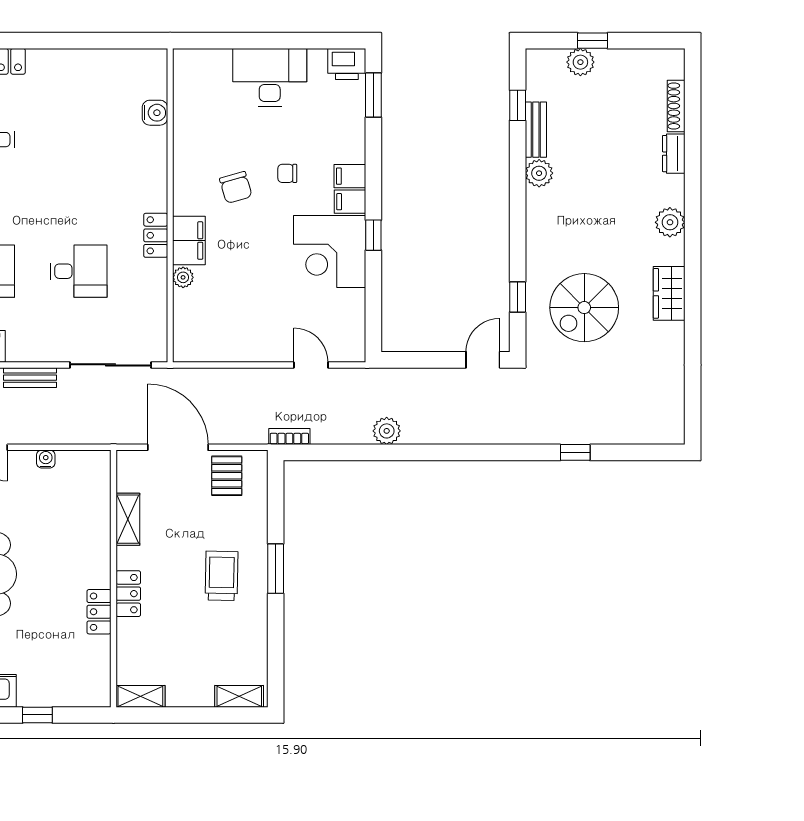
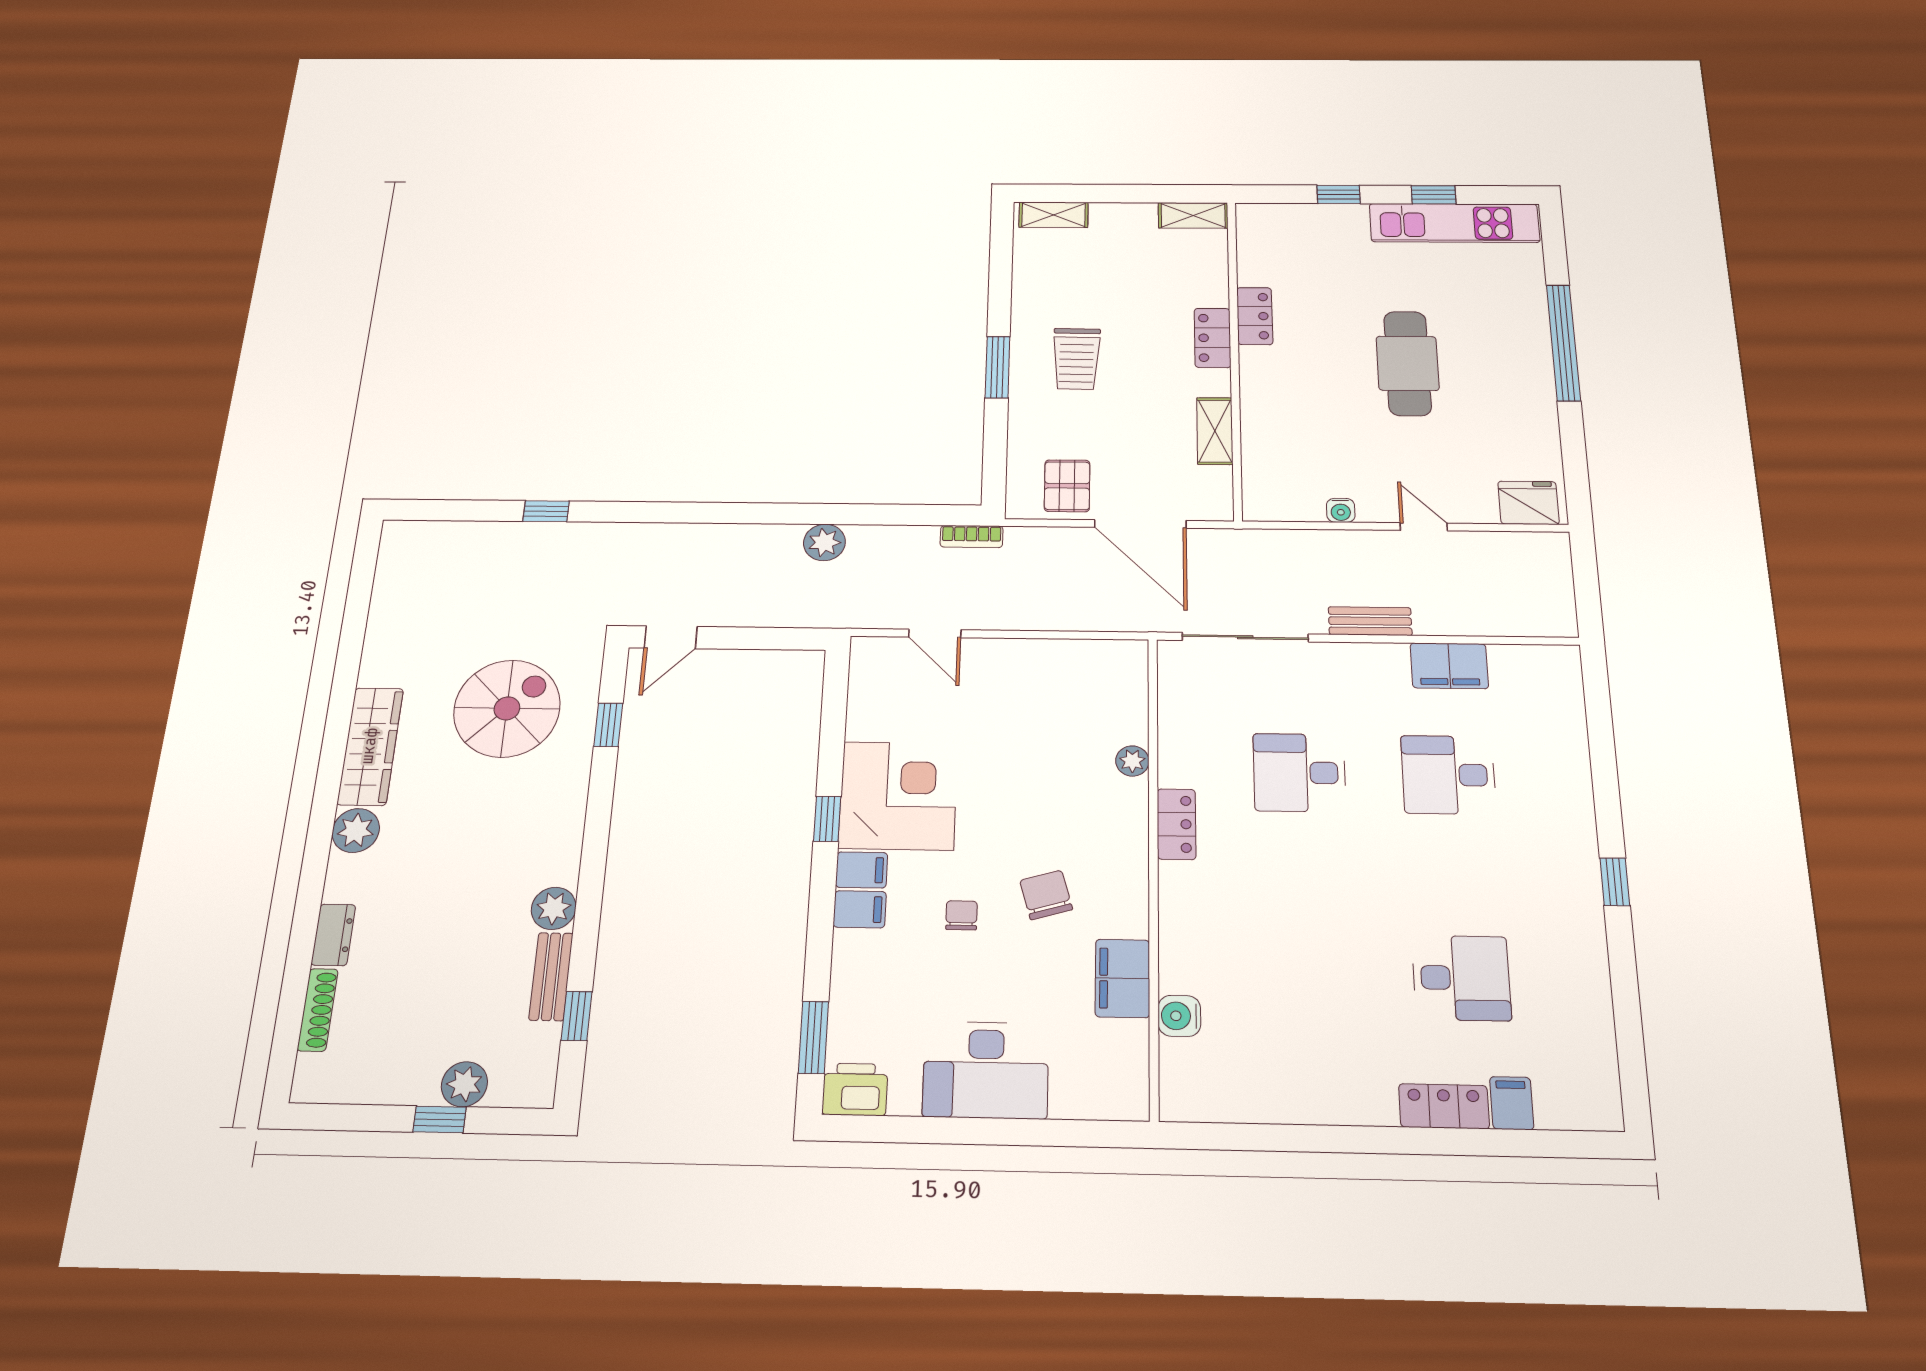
chair: (287, 173) -> (961, 915), turned -90
filing cabinet: (189, 241) -> (1122, 978), moved
wardrobe: (669, 293) -> (370, 746), width x1.50

